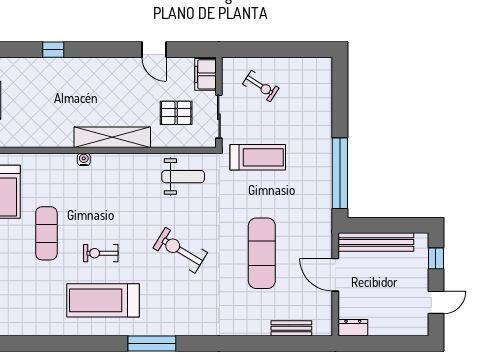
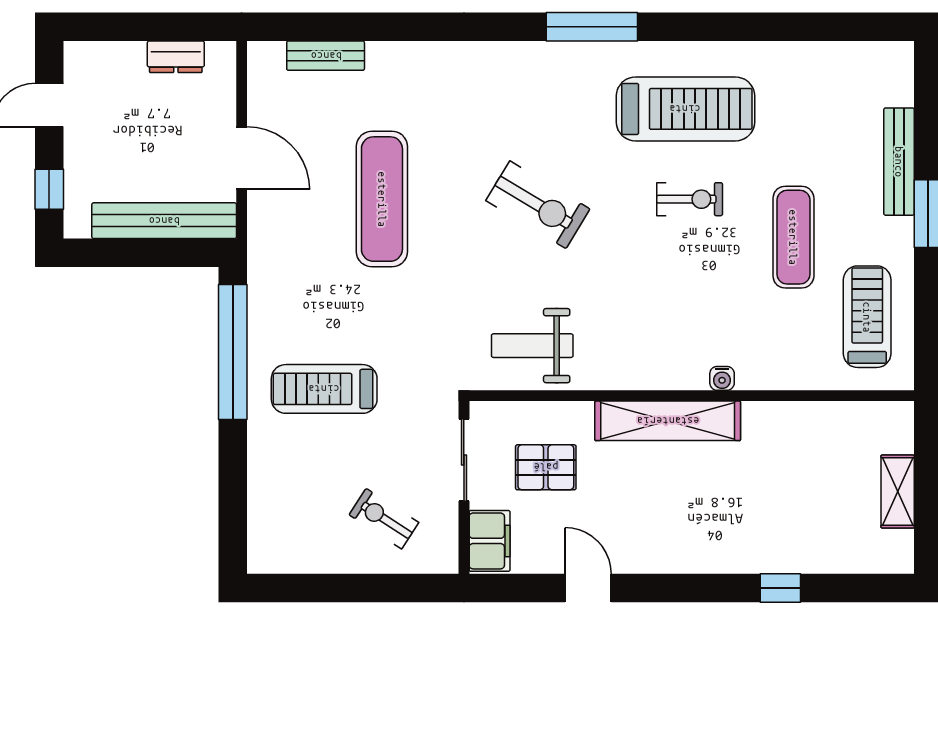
treadmill: (258, 157) -> (324, 389), moved
dresser: (353, 328) -> (176, 57), moved

